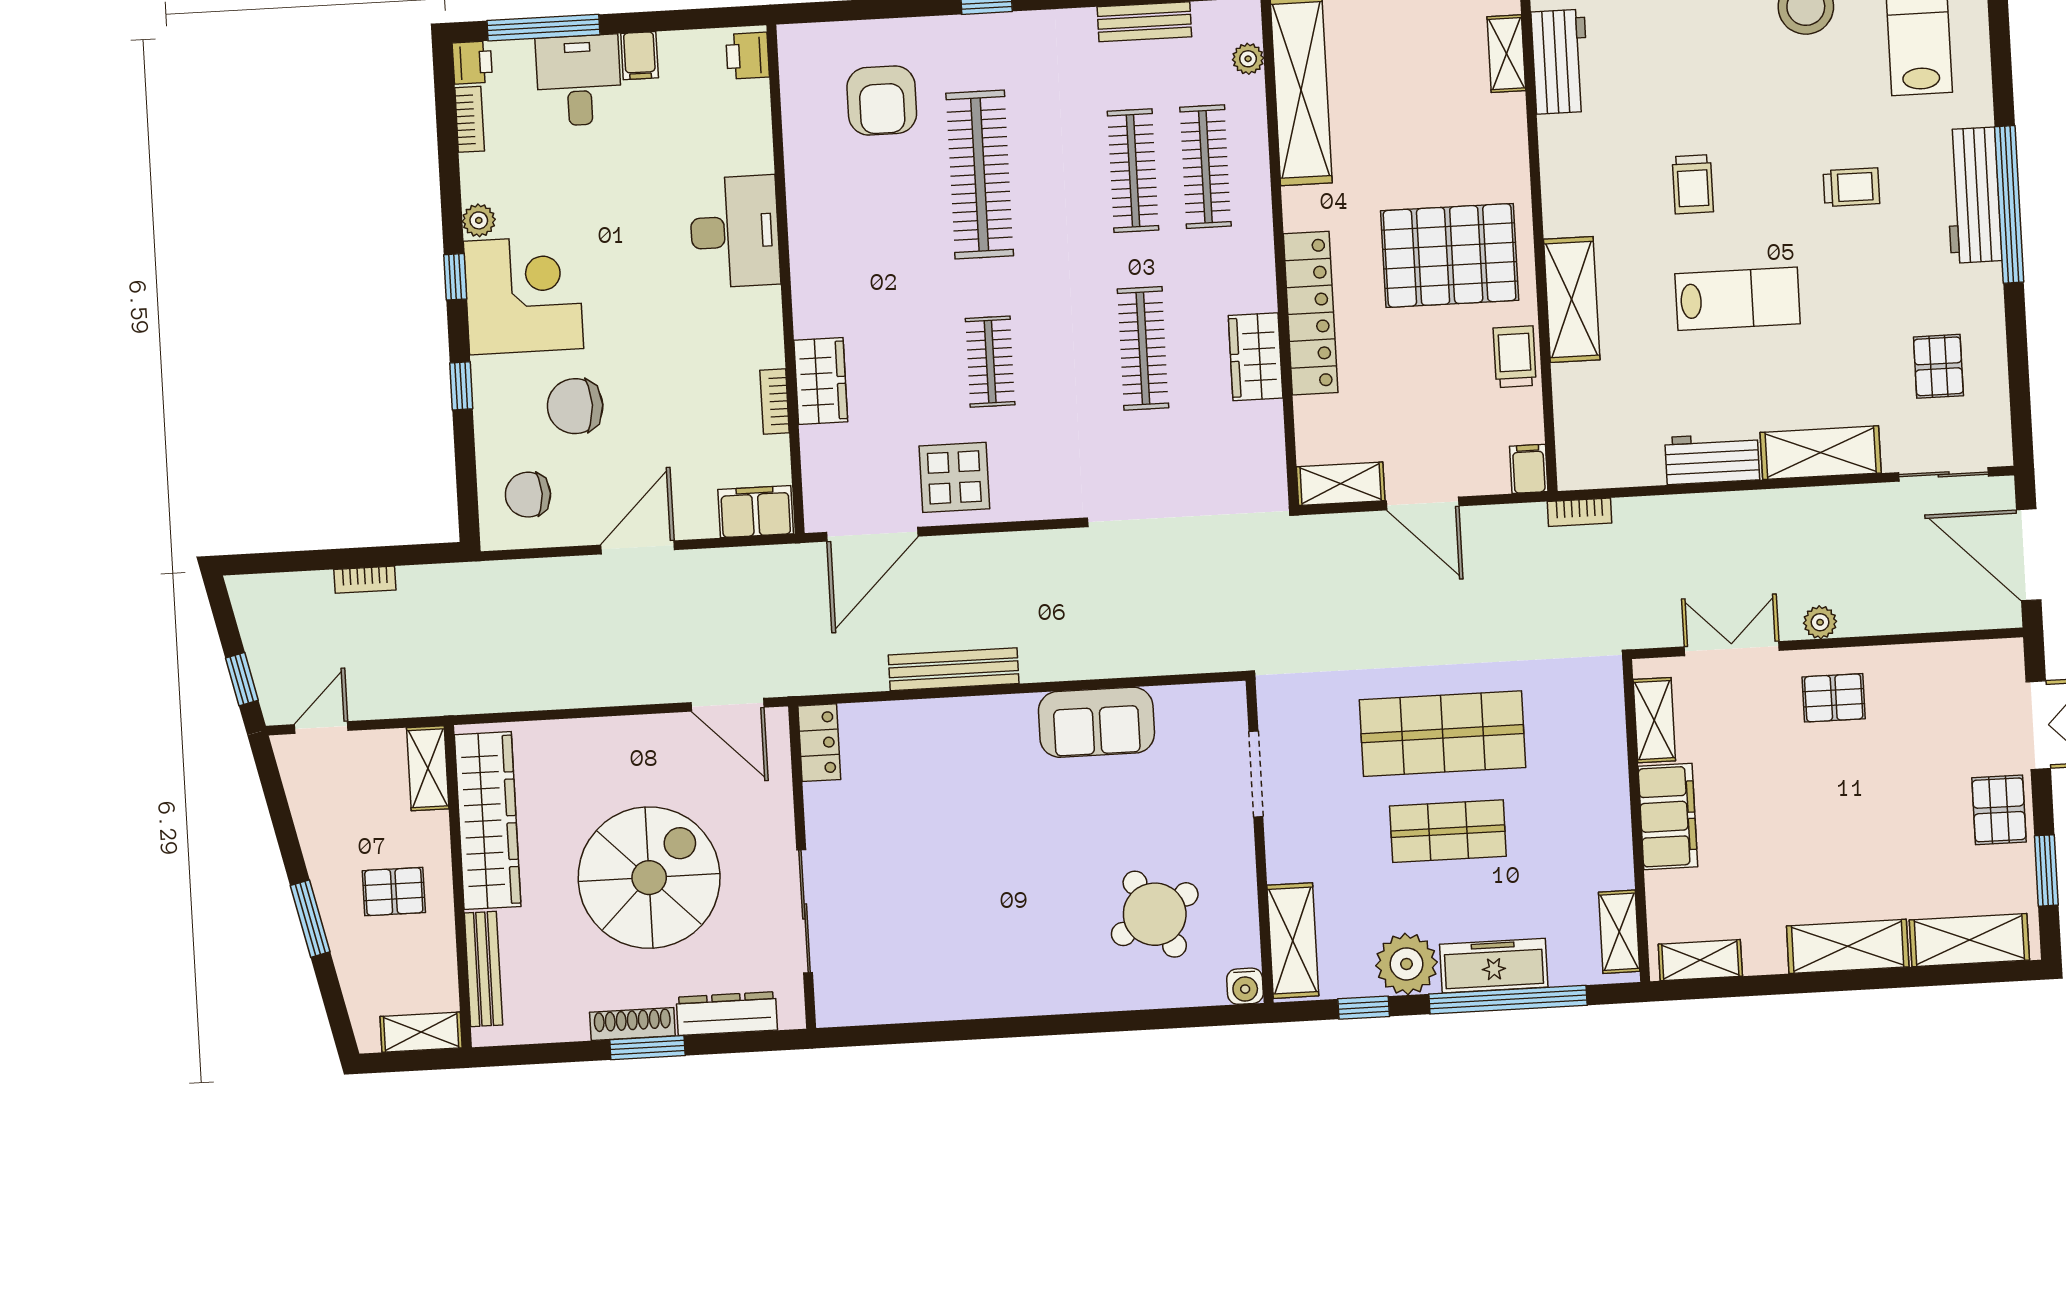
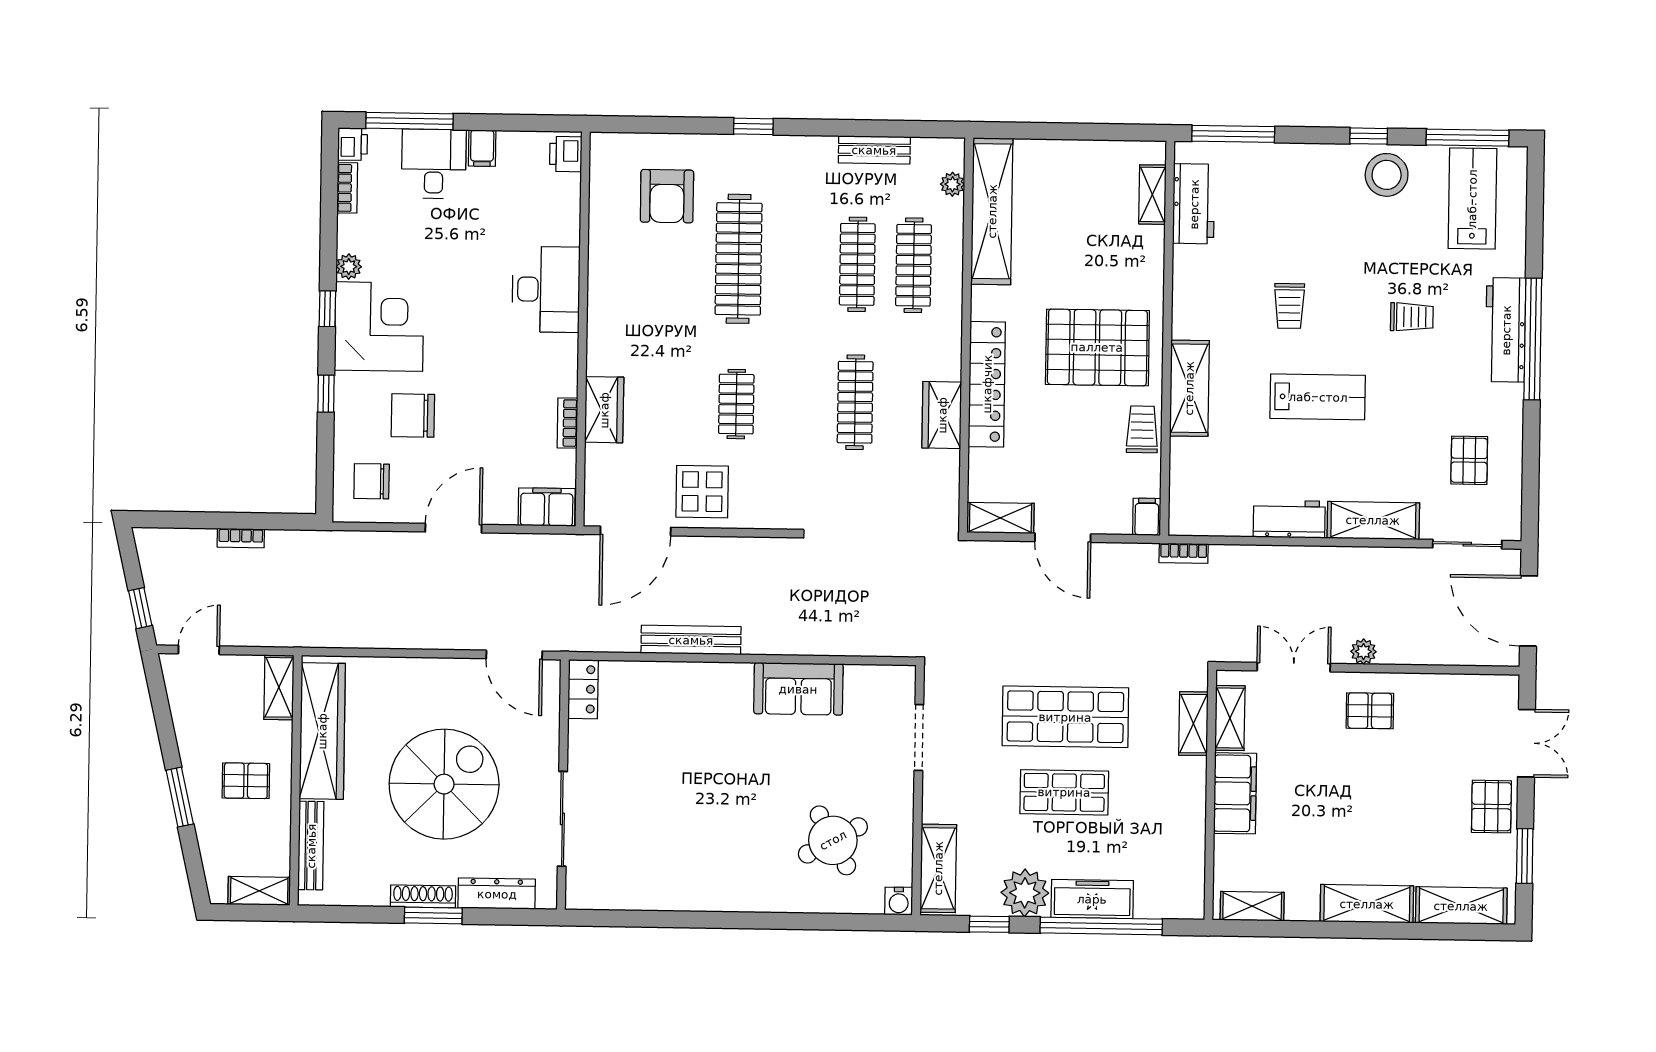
shelving: (1619, 932) -> (1193, 724), moved

